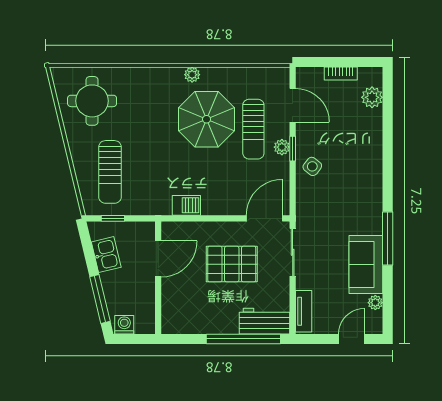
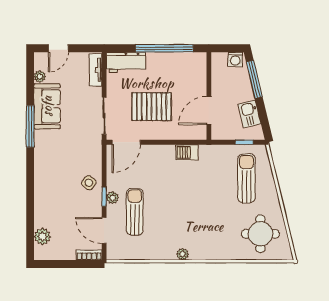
bookcase: (341, 74) -> (89, 255), moved
parasol: (207, 119) -> (171, 219), removed
window: (243, 339) -> (164, 48), moved

